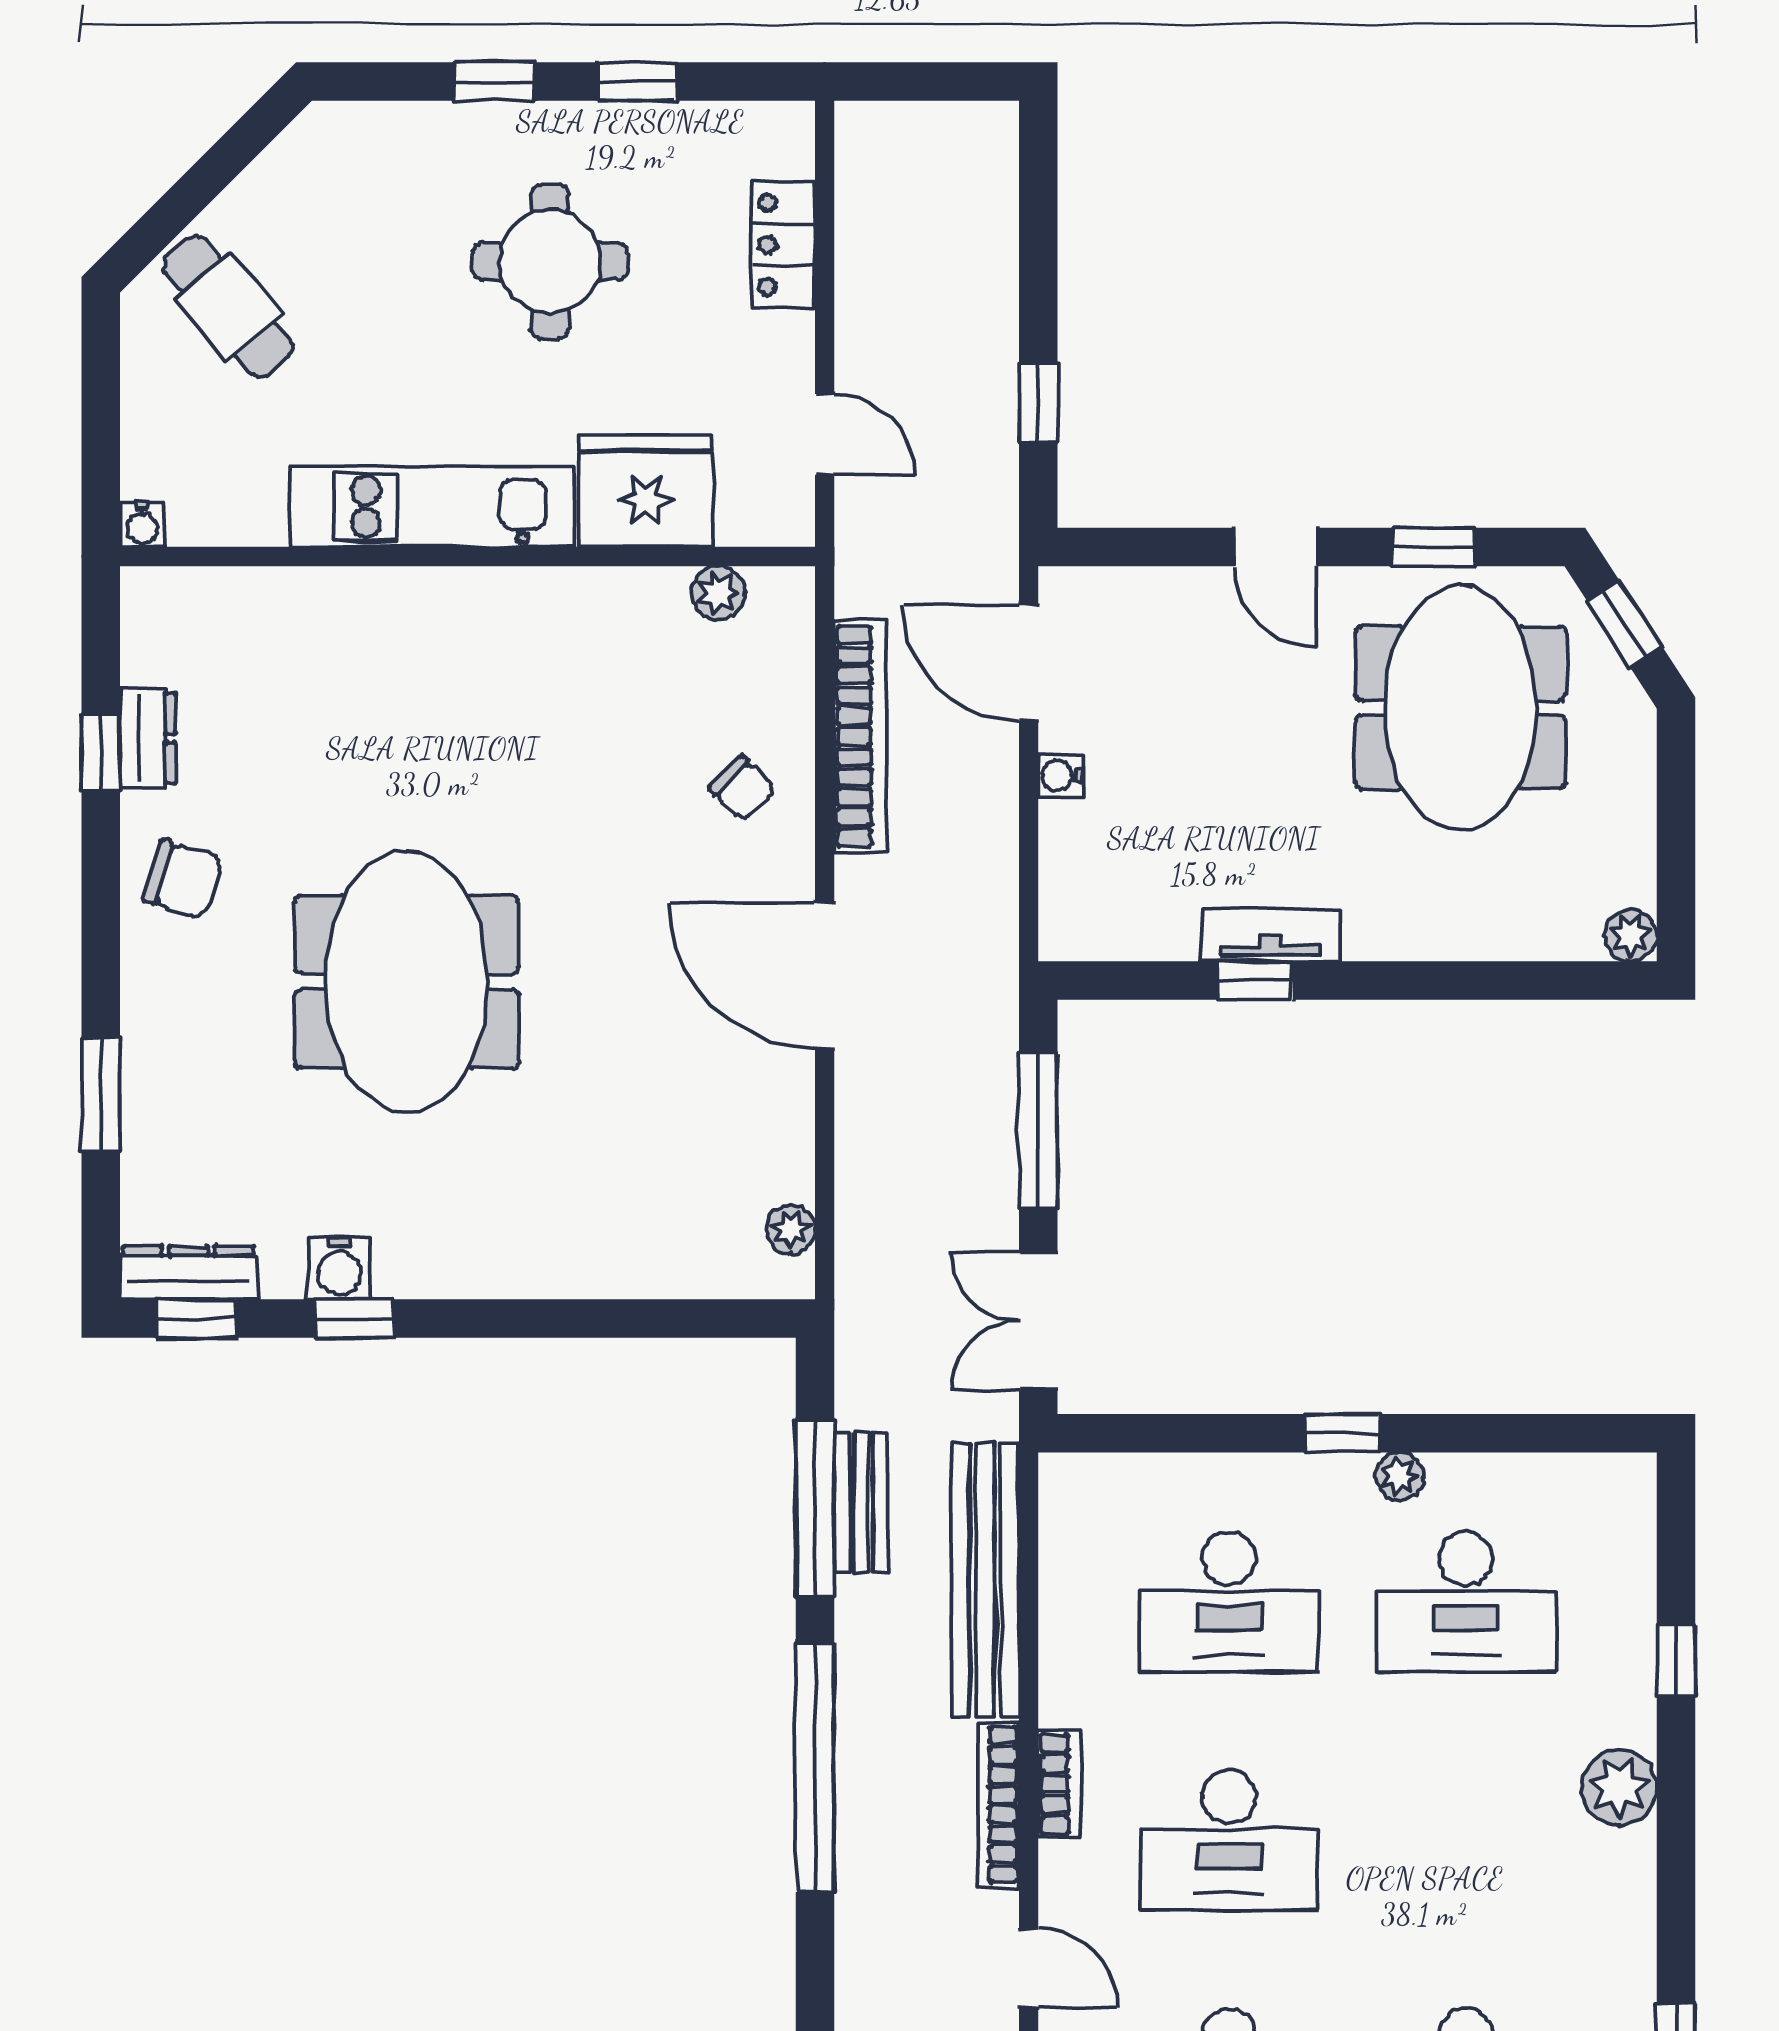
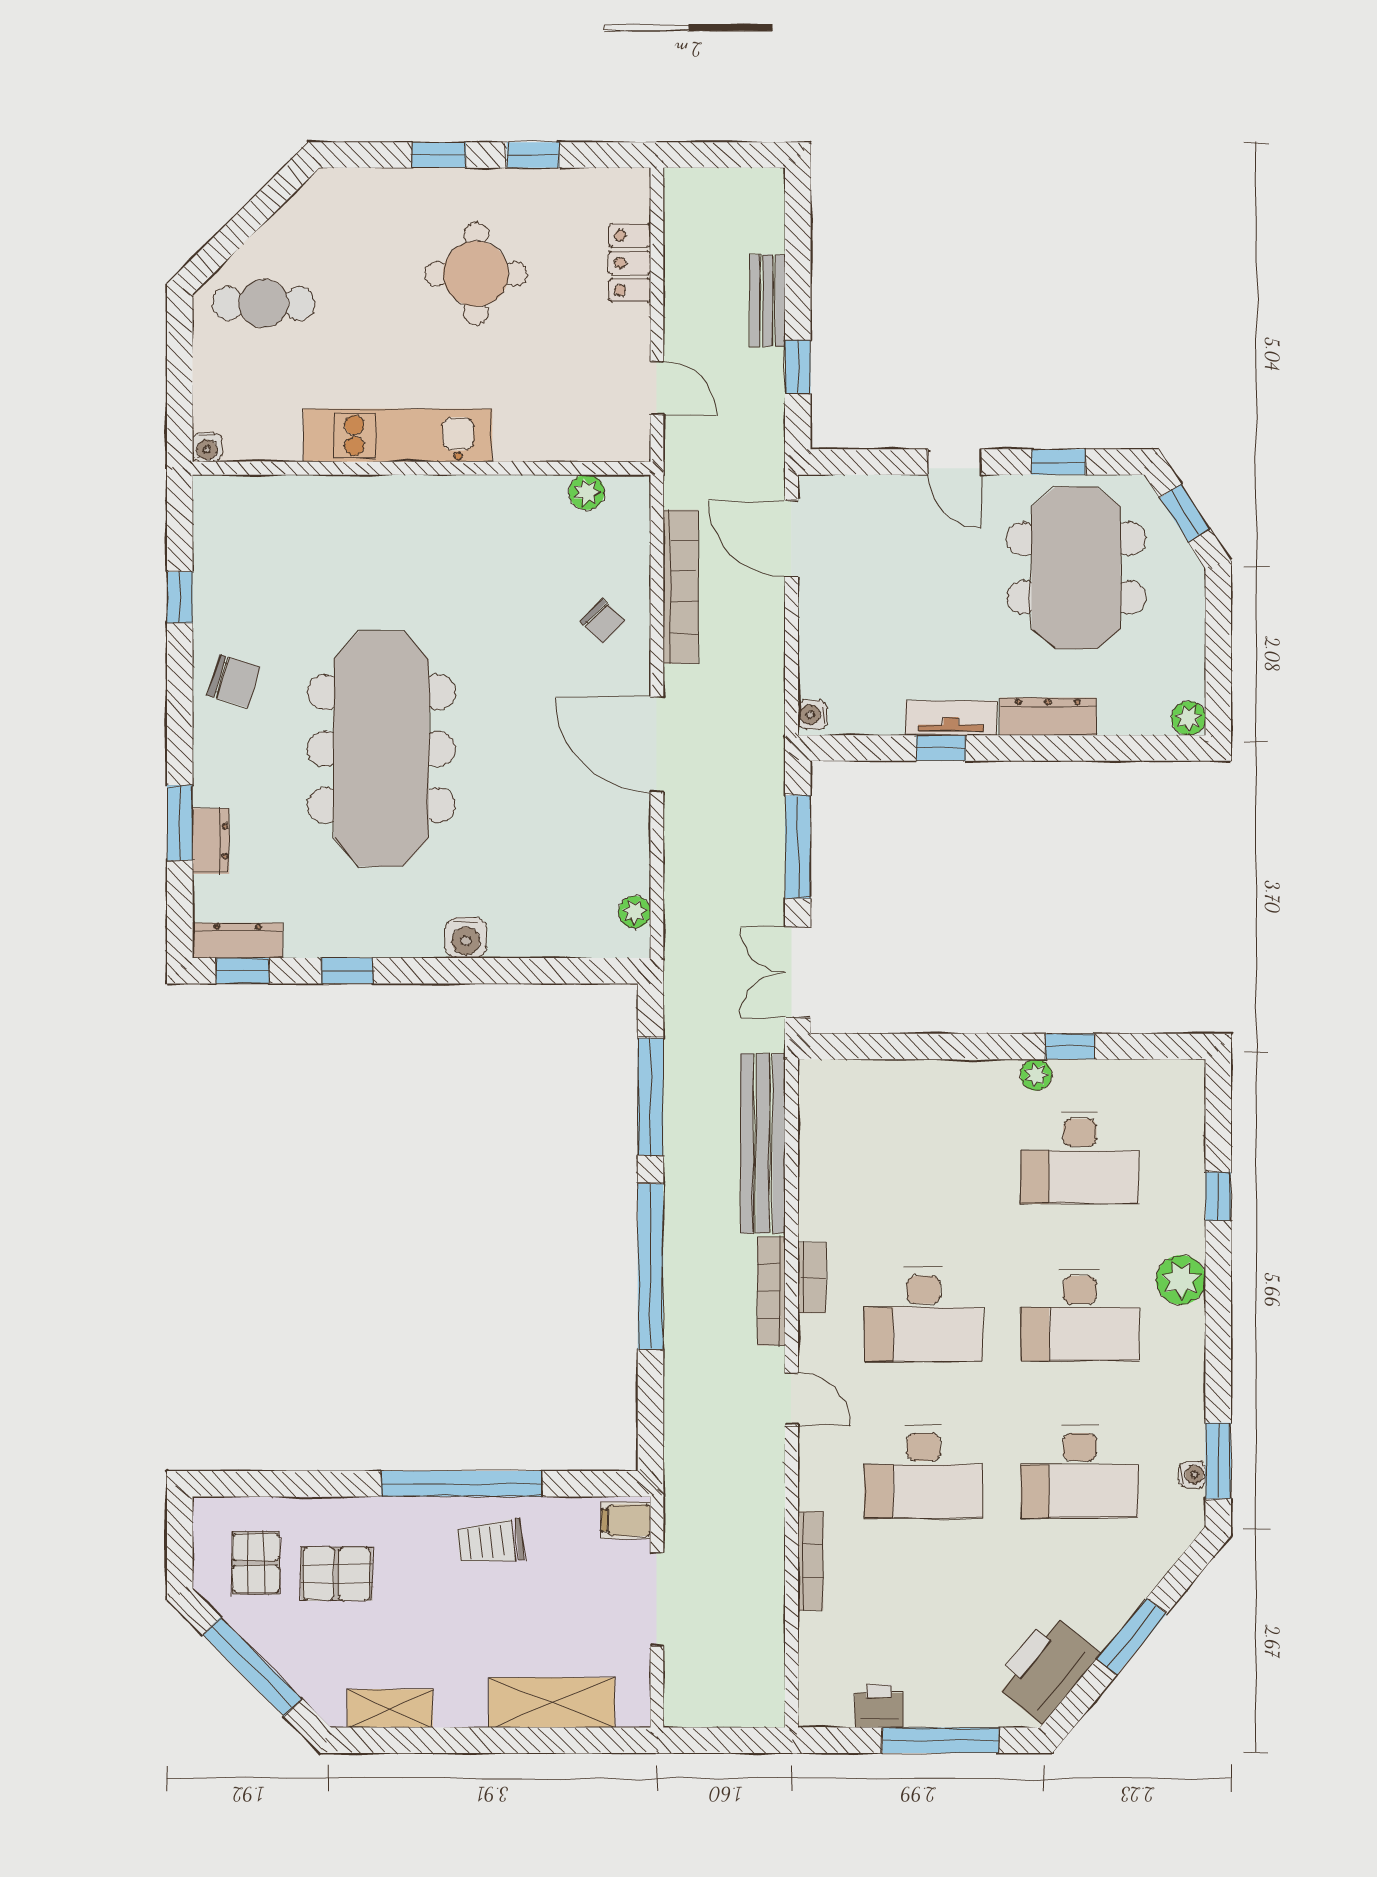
cafe table: (228, 306) -> (264, 303), turned -50
fridge: (646, 491) -> (539, 425), removed
dresser: (148, 738) -> (211, 841), moved
water cooler: (1060, 775) -> (812, 715), moved
dresser: (1418, 933) -> (1048, 717), added
meeting table: (407, 982) -> (381, 749), width x1.36
water cooler: (339, 1268) -> (466, 938), moved
window: (1343, 1433) -> (1070, 1046), moved
bench: (861, 1502) -> (768, 300), moved
desk: (1229, 1602) -> (1080, 1315), moved

